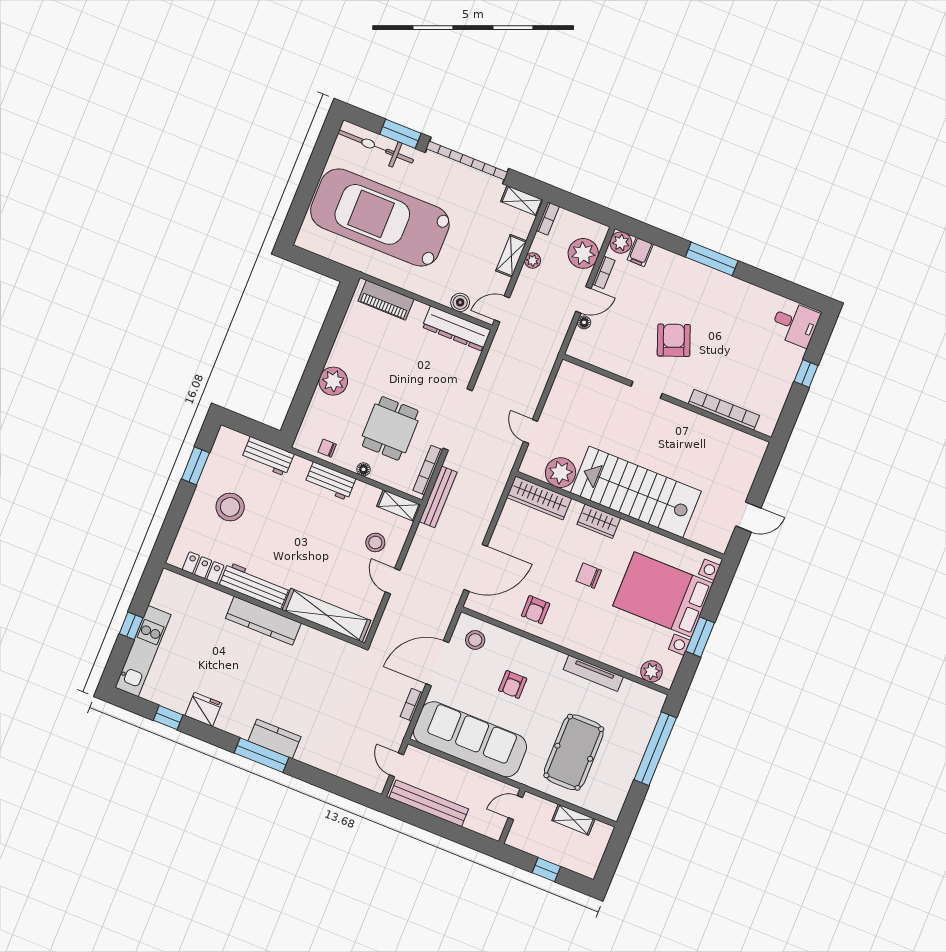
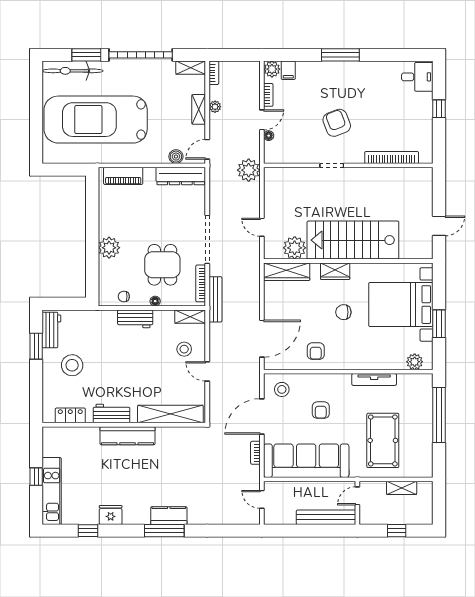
plant: (583, 253) -> (249, 170), moved
workbench: (268, 456) -> (51, 330), moved, turned -90
workbench: (255, 586) -> (111, 414), width x0.73
bench: (429, 803) -> (326, 517), moved

